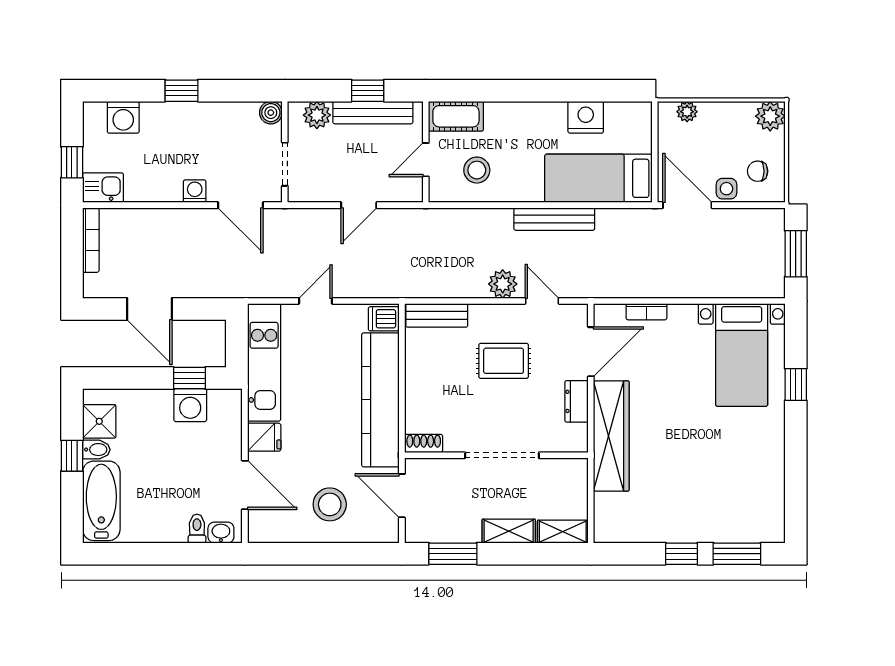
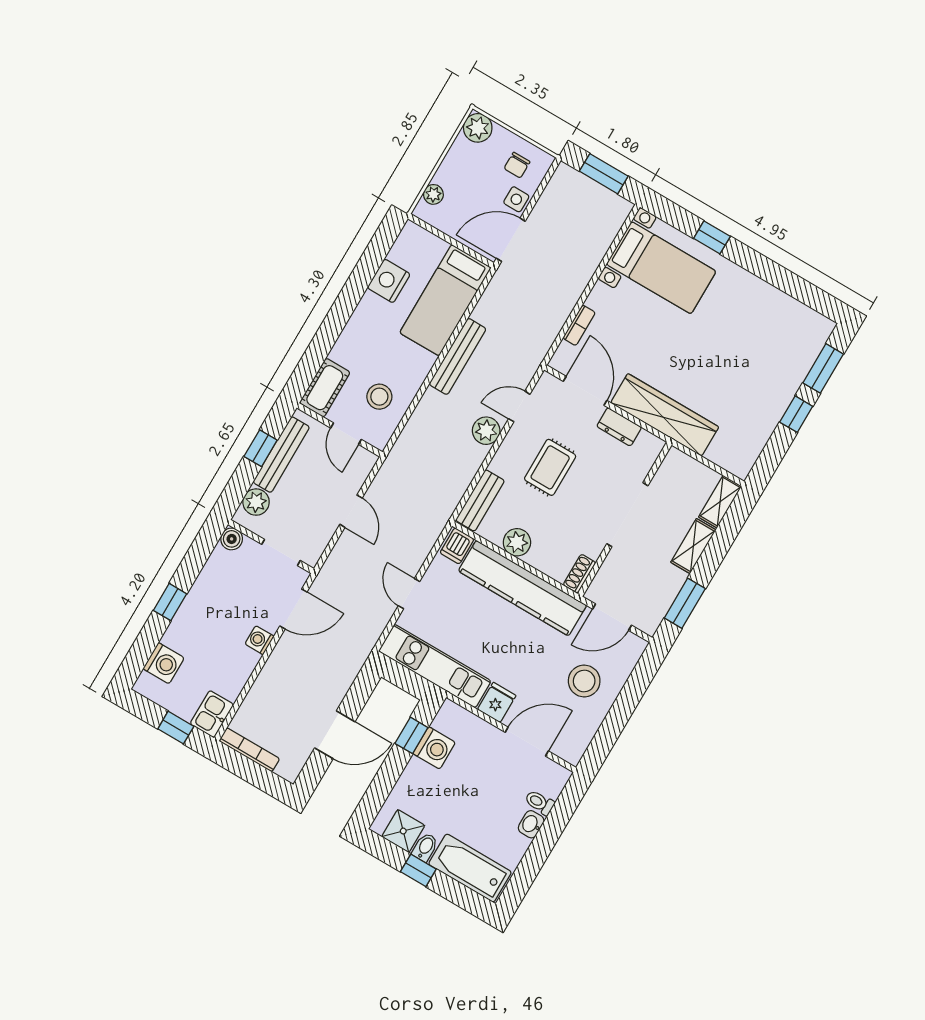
plant: (419, 371) -> (517, 542), added
washbasin: (221, 533) -> (531, 824), moved

